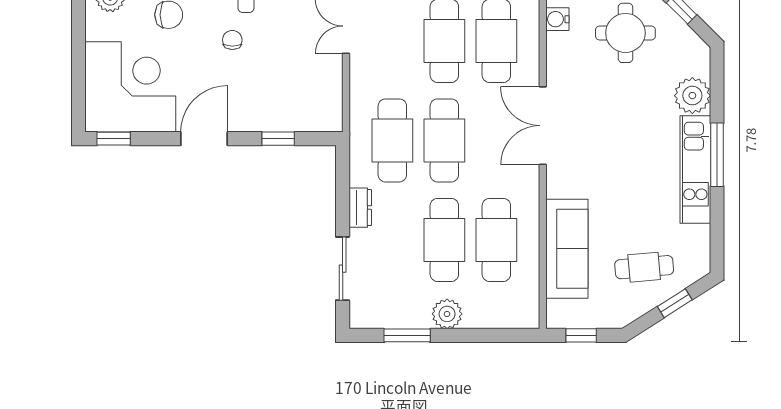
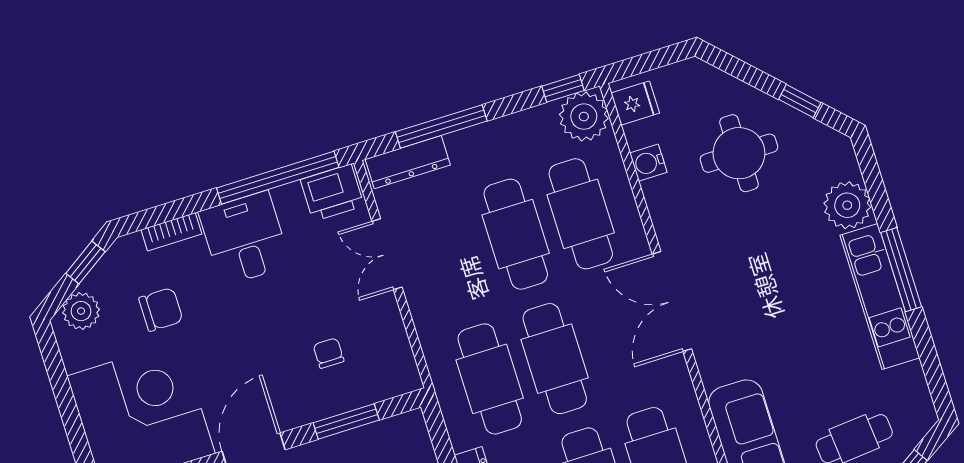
chair: (232, 40) -> (329, 353), moved
window: (278, 139) -> (346, 421), width x1.50

